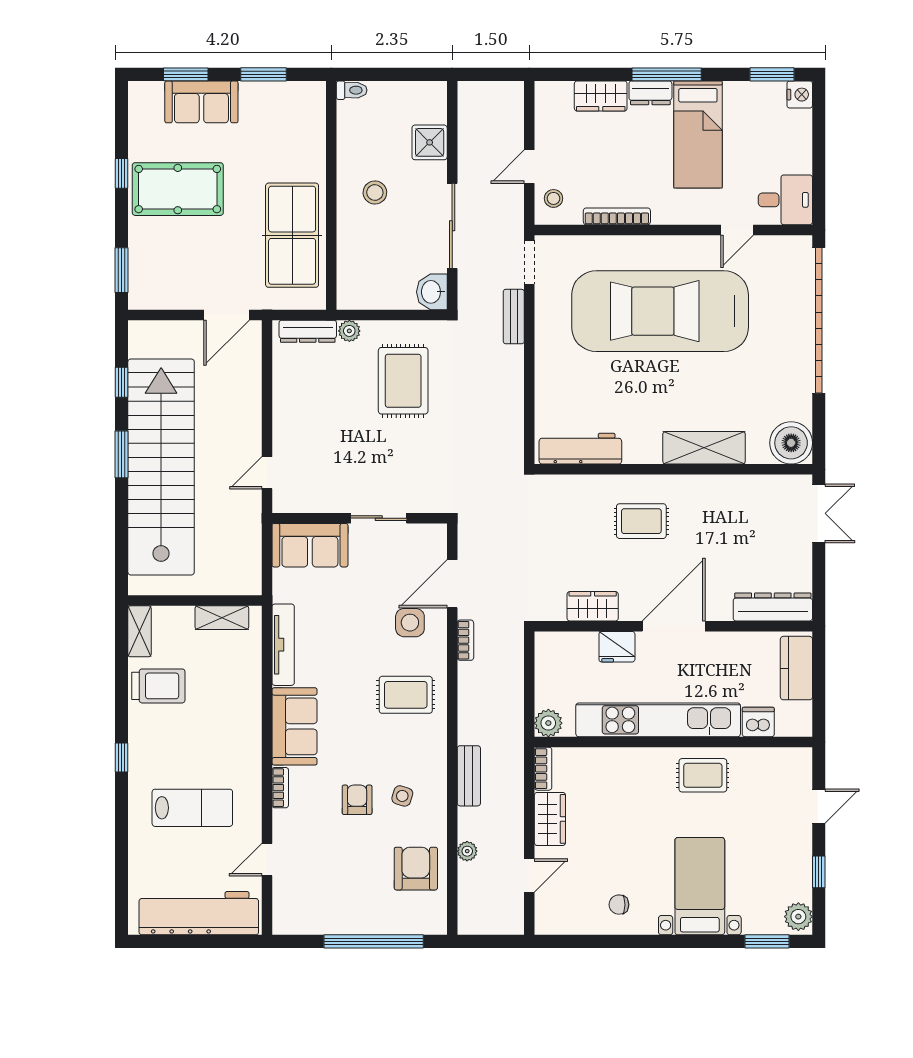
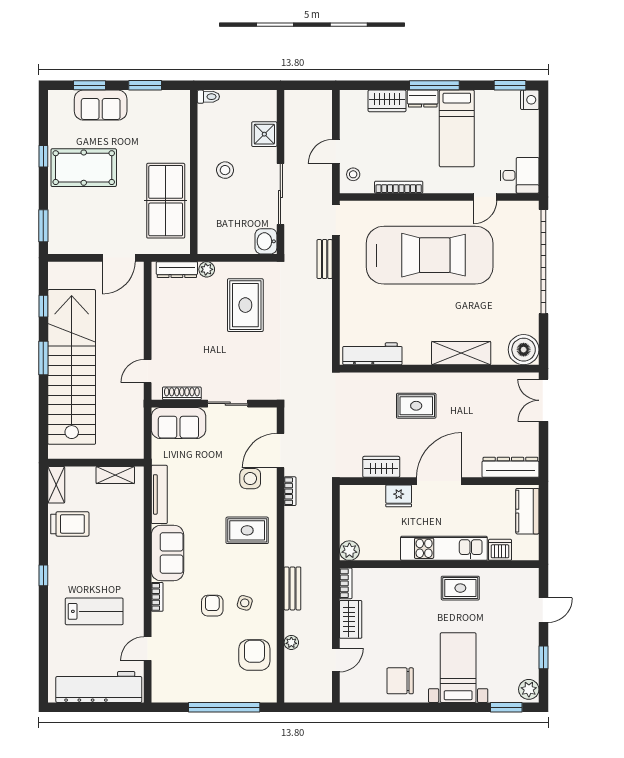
car: (660, 311) -> (430, 255), turned 180
shoe rack: (315, 504) -> (182, 393), added
double door: (819, 513) -> (543, 400), swing flipped
kitchen unit: (658, 720) -> (444, 548), width x0.73
chair: (619, 905) -> (400, 681), width x1.87, depth x1.87

